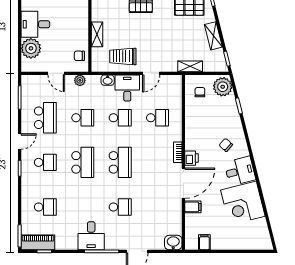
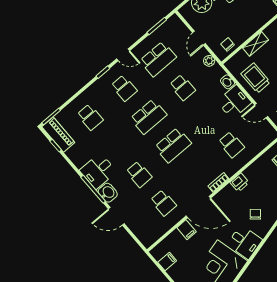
school desk: (120, 118) -> (163, 203), moved
printer: (191, 158) -> (240, 182), moved
washbasin: (173, 243) -> (108, 193), moved

